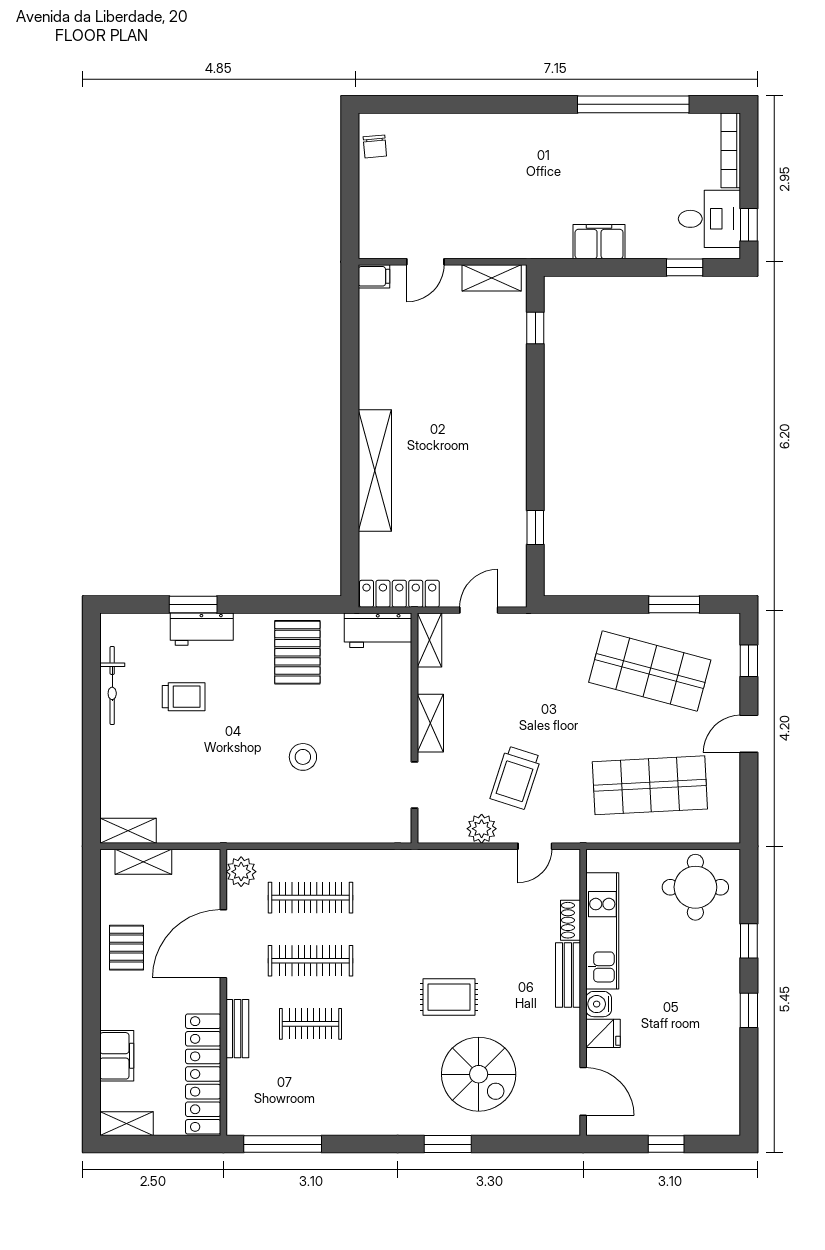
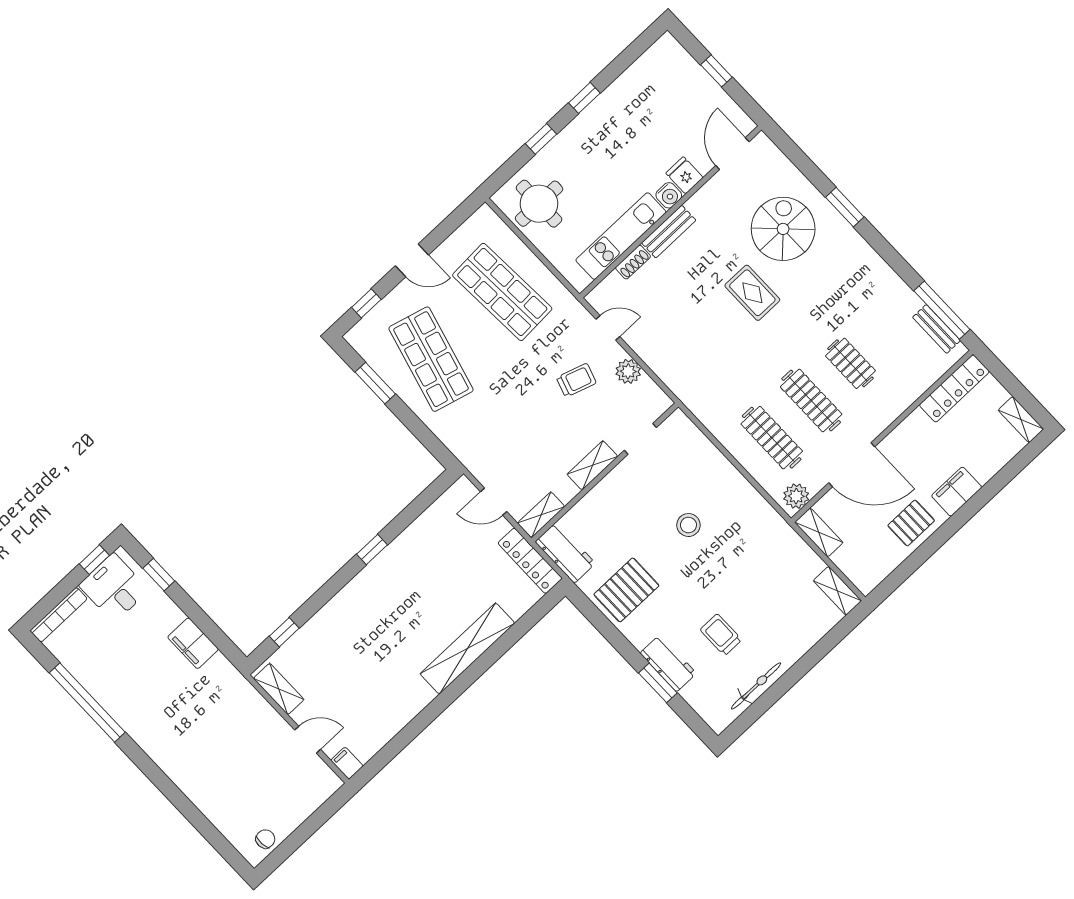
window: (535, 527) -> (372, 550), moved
trolley: (516, 778) -> (576, 380), width x0.73, depth x0.72
shelving: (143, 862) -> (819, 532), moved
bench: (237, 1029) -> (936, 329), moved, turned 90
filing cabinet: (117, 1056) -> (957, 492), moved
locker: (203, 1074) -> (954, 388), width x0.71, depth x0.83

